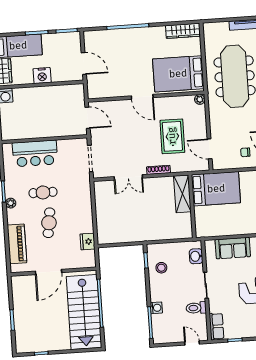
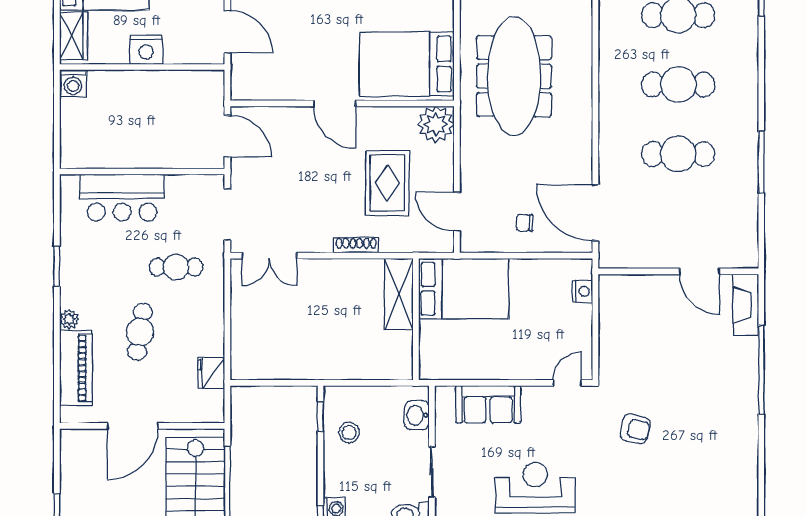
plant: (200, 99) -> (436, 124), width x1.88, depth x1.88
double door: (128, 177) -> (269, 256), moved
cafe table: (43, 192) -> (176, 267), moved
plant: (11, 203) -> (69, 319), moved

